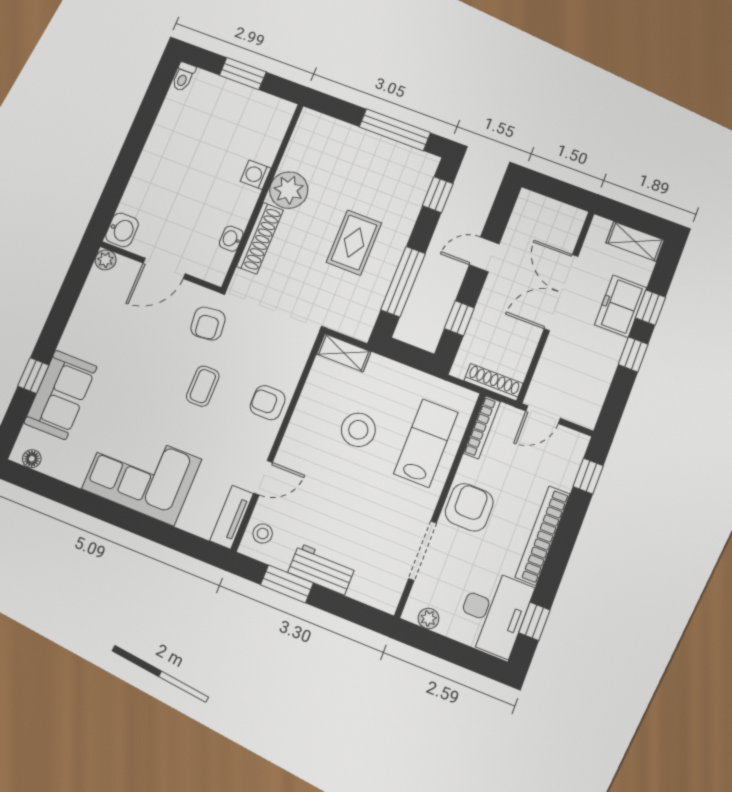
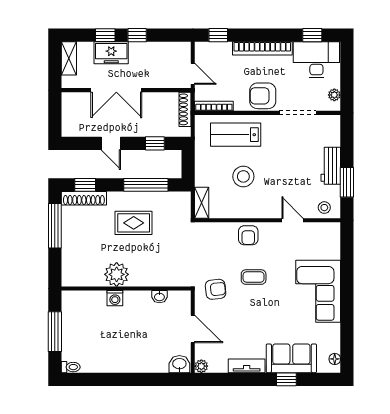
window: (243, 74) -> (55, 332), width x1.44
shoe rack: (260, 238) -> (84, 198), moved, turned 180
tv unit: (232, 517) -> (247, 366), moved, turned 180

